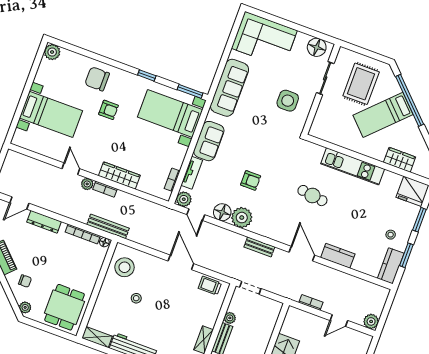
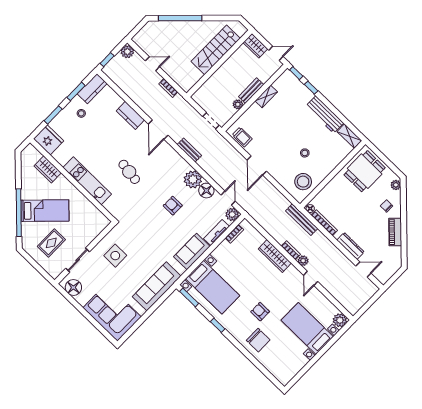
plant: (52, 52) -> (340, 320), moved
rug: (361, 84) -> (51, 243), width x0.73, depth x0.70
window: (389, 303) -> (107, 60), added

